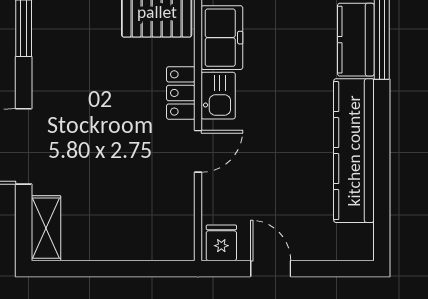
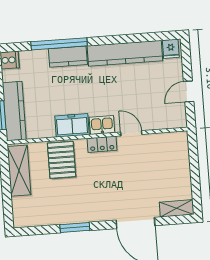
fridge: (221, 243) -> (171, 49), moved, turned -90

